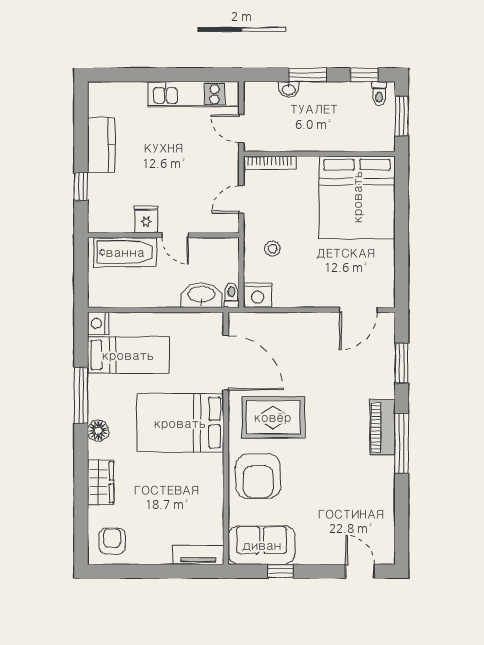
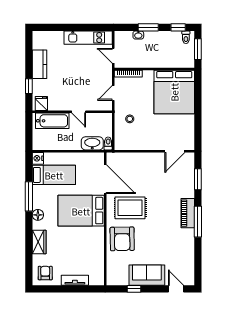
fridge: (146, 219) -> (41, 104), moved
nightstand: (257, 295) -> (122, 143), removed
sofa: (262, 545) -> (147, 275), moved
tv unit: (198, 555) -> (75, 280), moved

